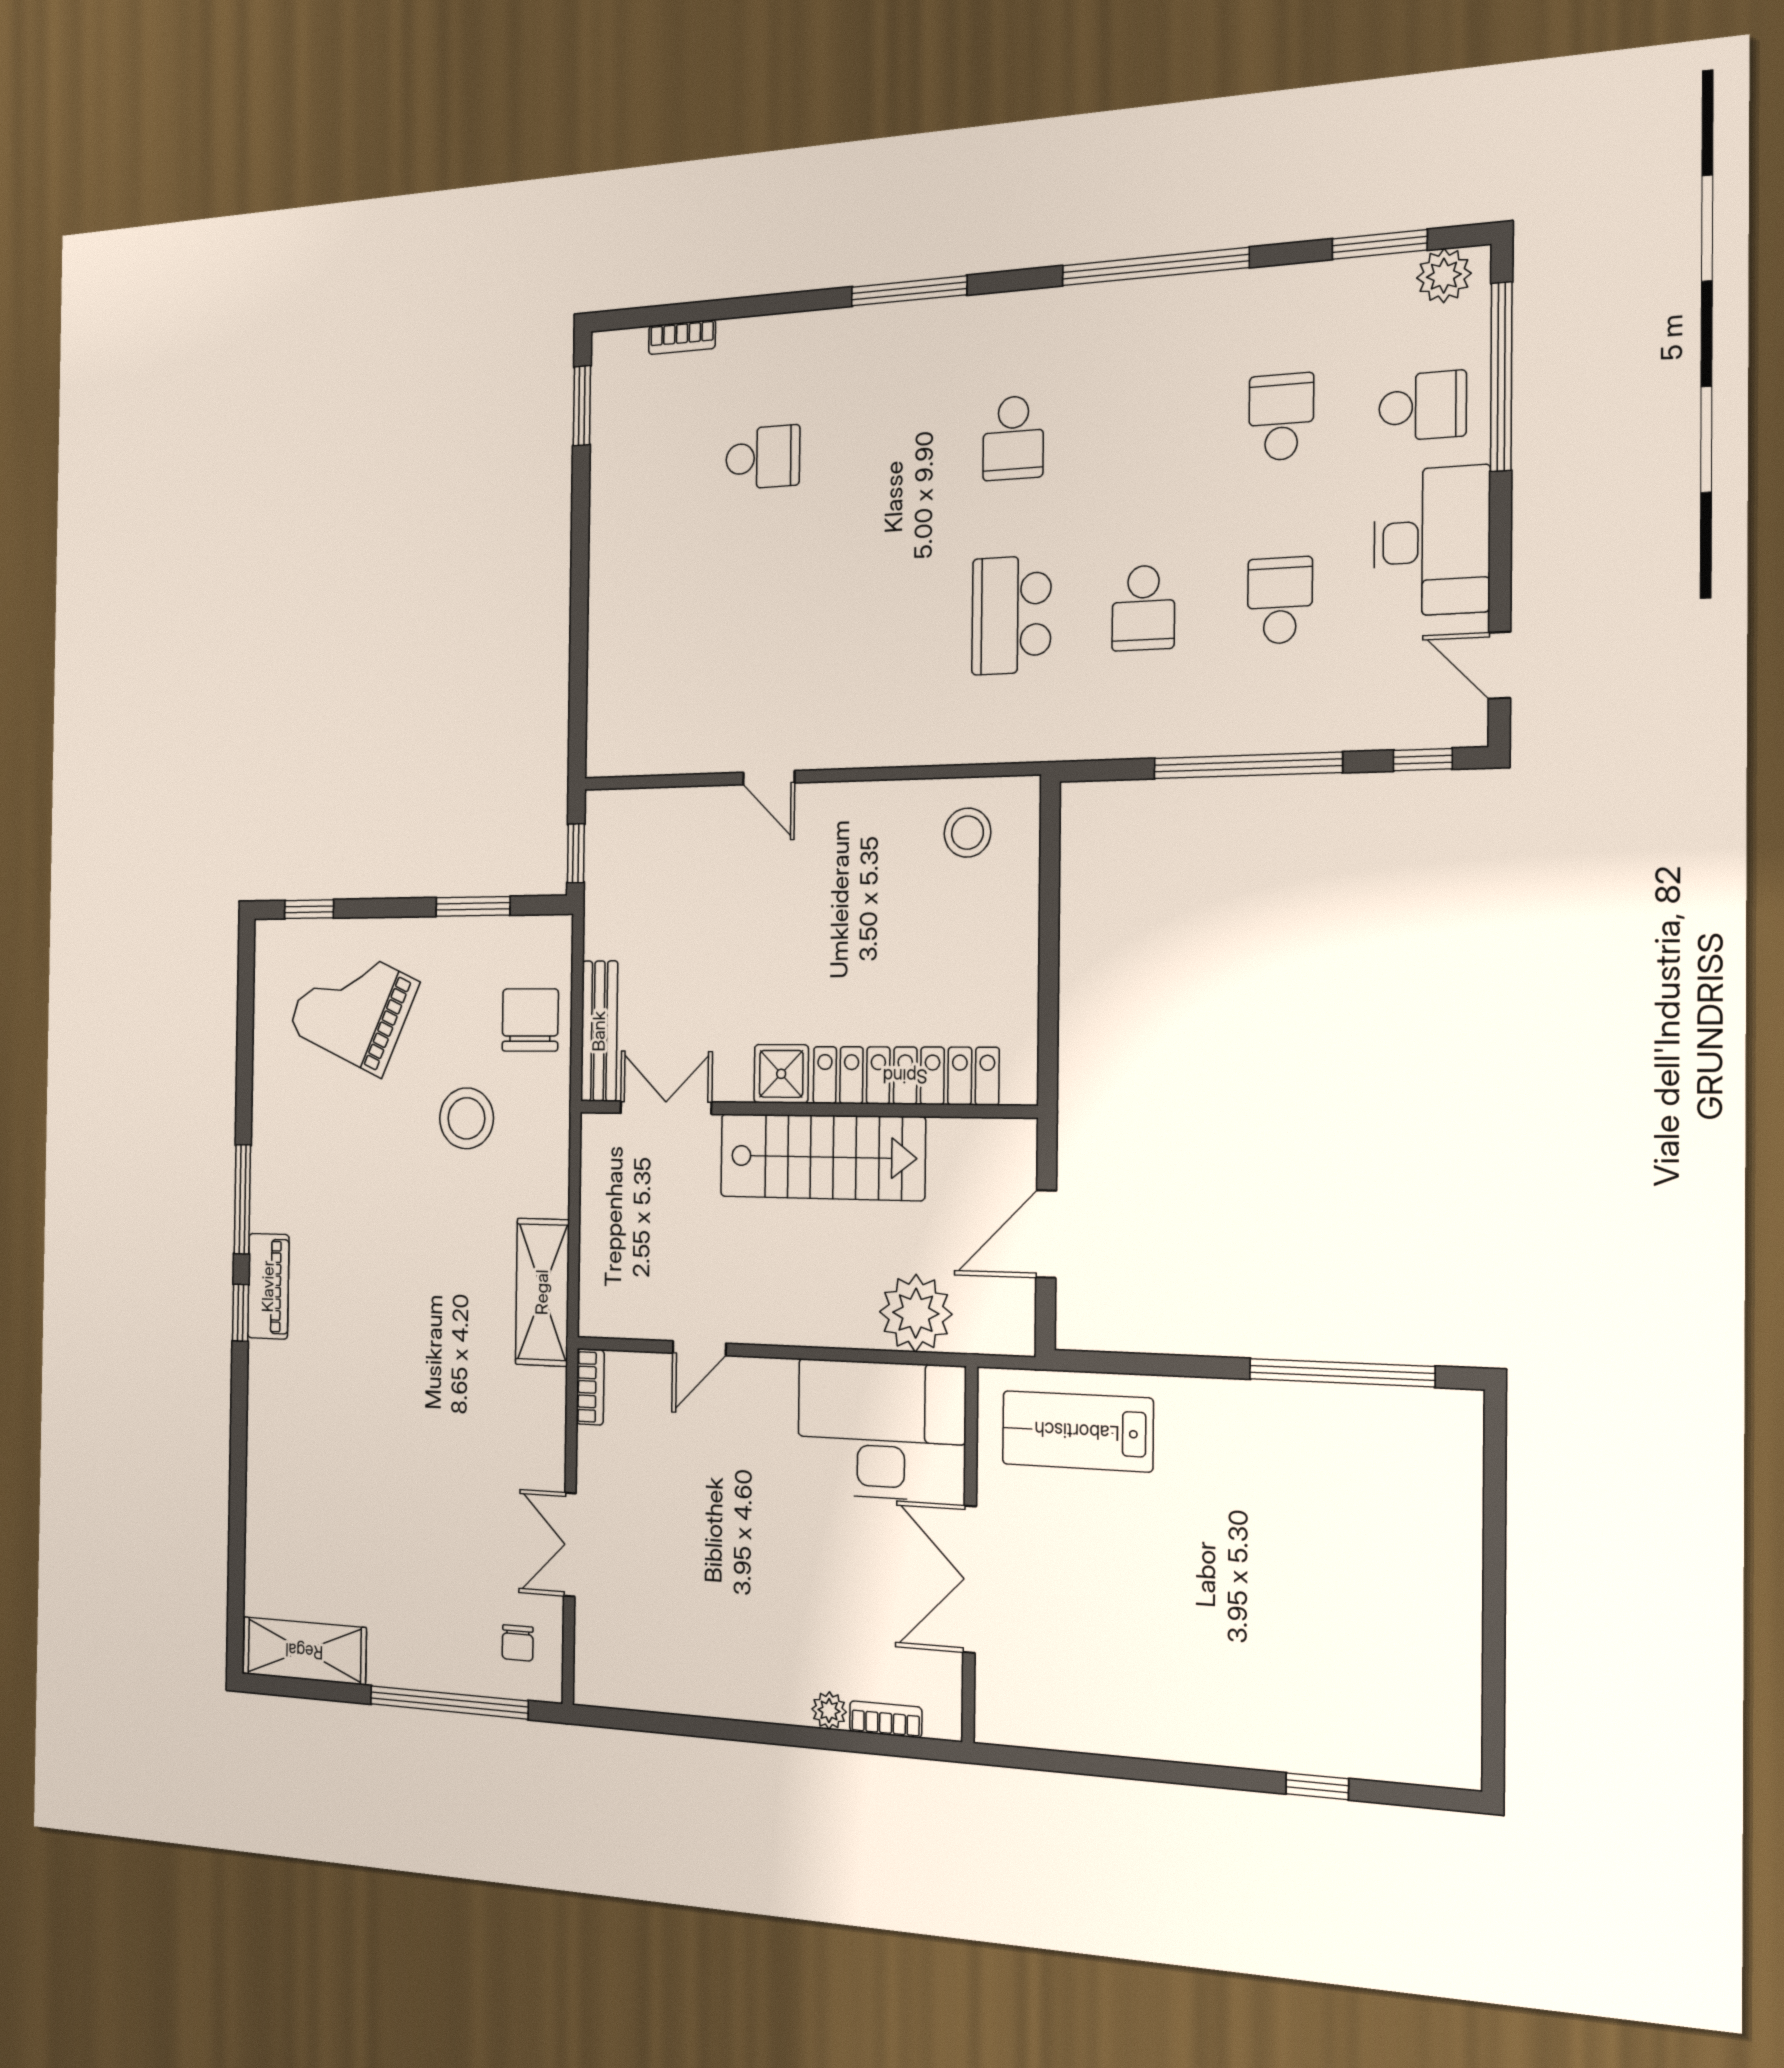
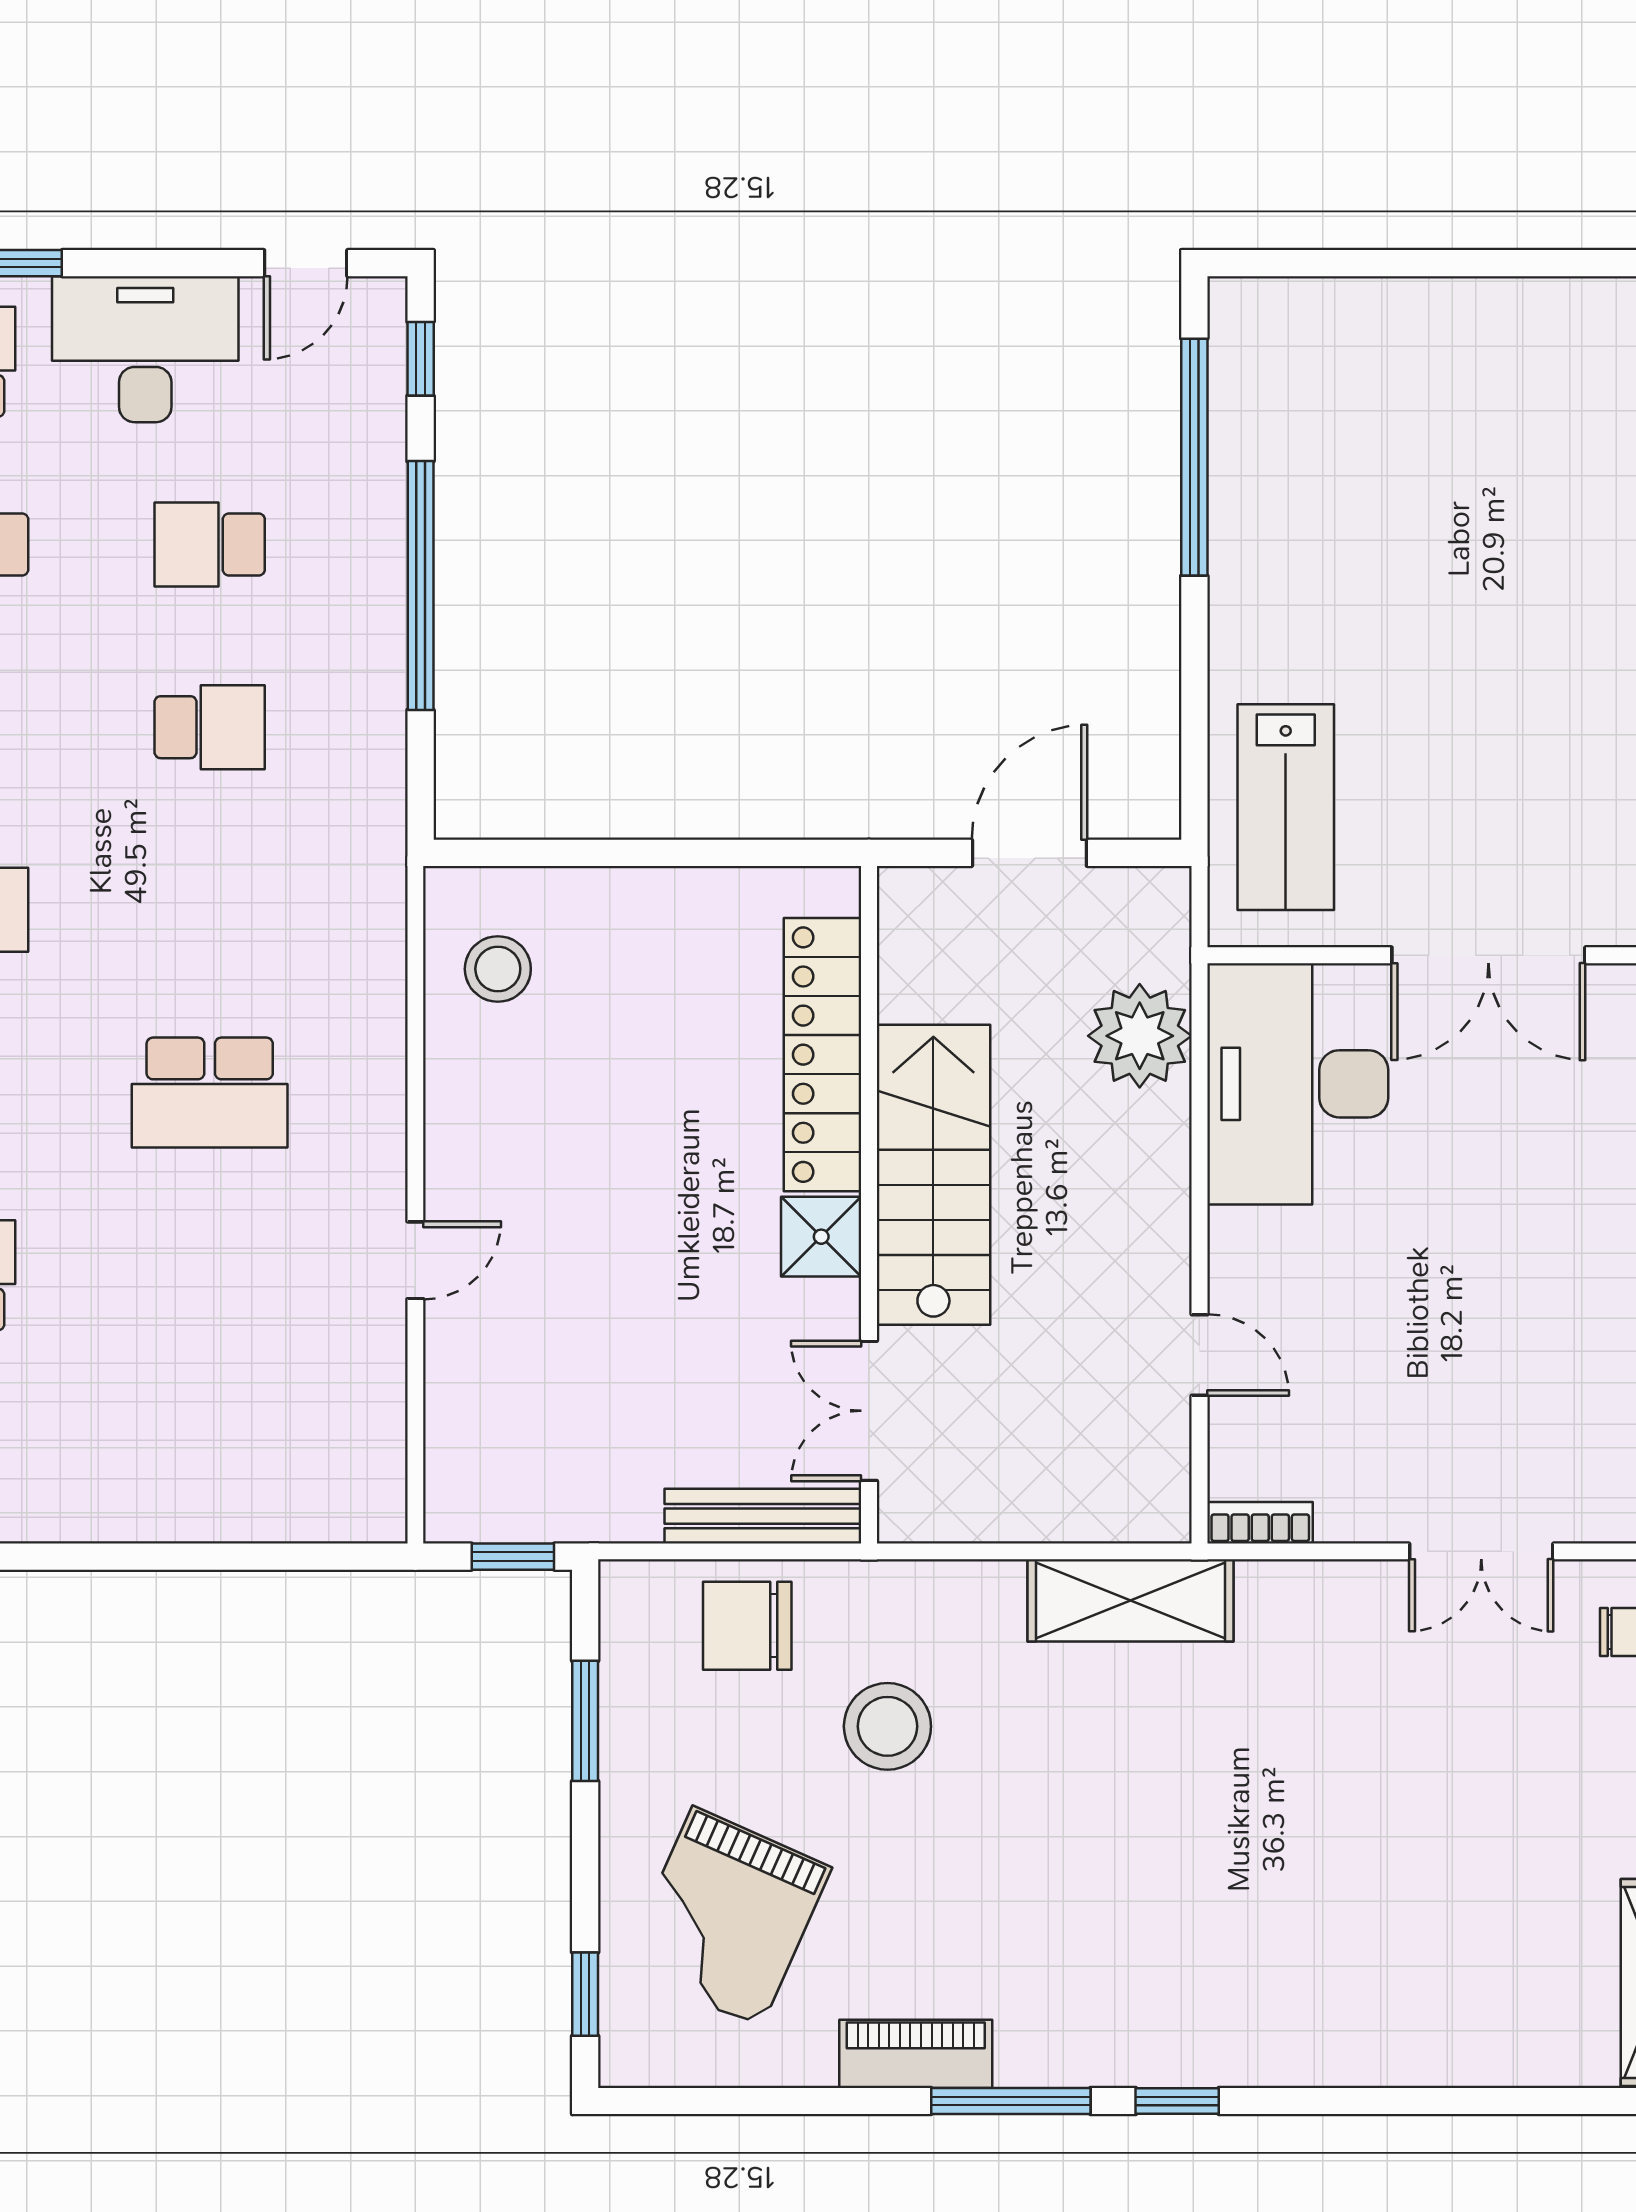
school desk: (1011, 615) -> (210, 1093), moved
door: (1046, 1234) -> (1029, 853), swing flipped
piano: (268, 1286) -> (916, 2054), moved

